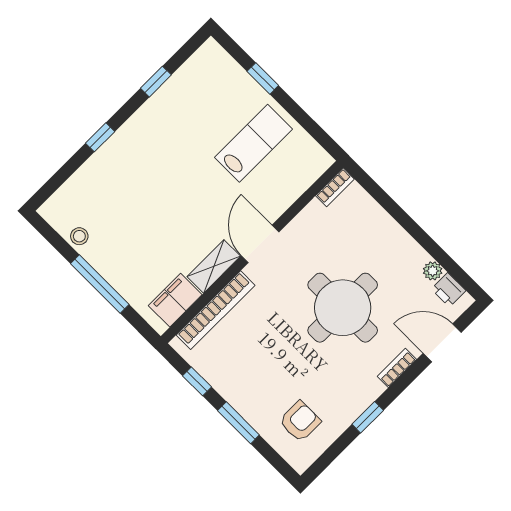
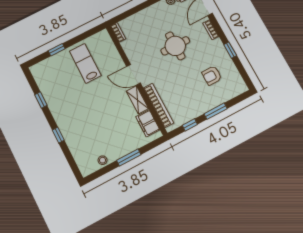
window: (100, 284) -> (129, 157), width x0.69
round table: (343, 308) -> (175, 46), width x0.73, depth x0.73
armchair: (300, 421) -> (212, 76), moved, turned -90

